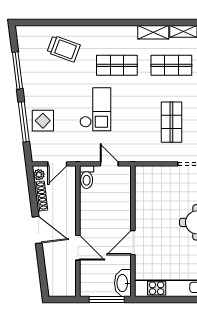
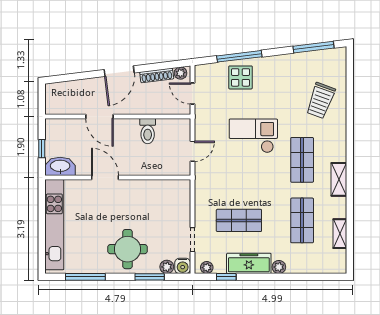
shelving: (153, 32) -> (339, 179), moved
window: (17, 71) -> (314, 47), moved
checkout: (95, 109) -> (253, 136), turned 180
toilet: (87, 177) -> (148, 131), moved, turned -90
door: (78, 248) -> (99, 116), hinge flipped
window: (107, 299) -> (42, 149), width x0.46

